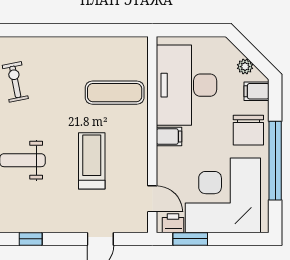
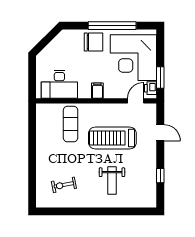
plant: (245, 67) -> (55, 44), removed
desk: (186, 85) -> (59, 84), width x0.73, depth x0.77
filing cabinet: (256, 91) -> (70, 37), removed
treadmill: (92, 161) -> (112, 138), width x1.37, depth x1.38

